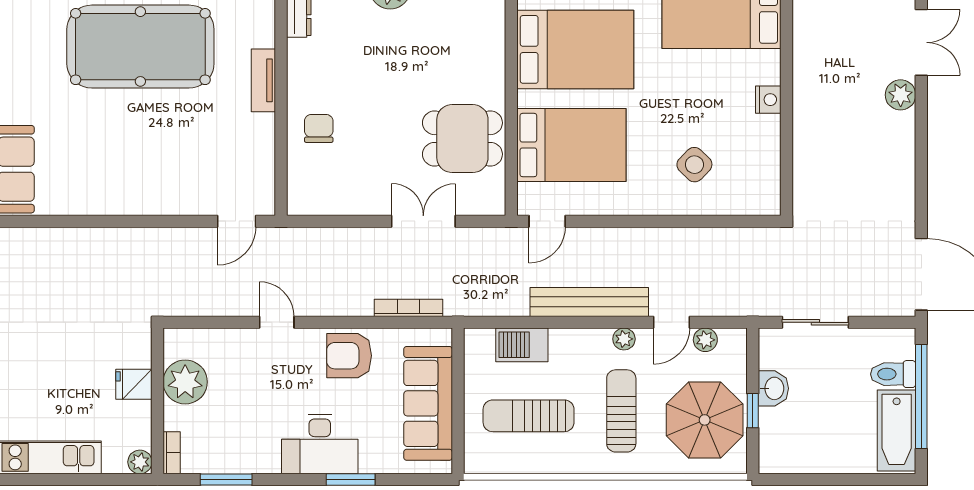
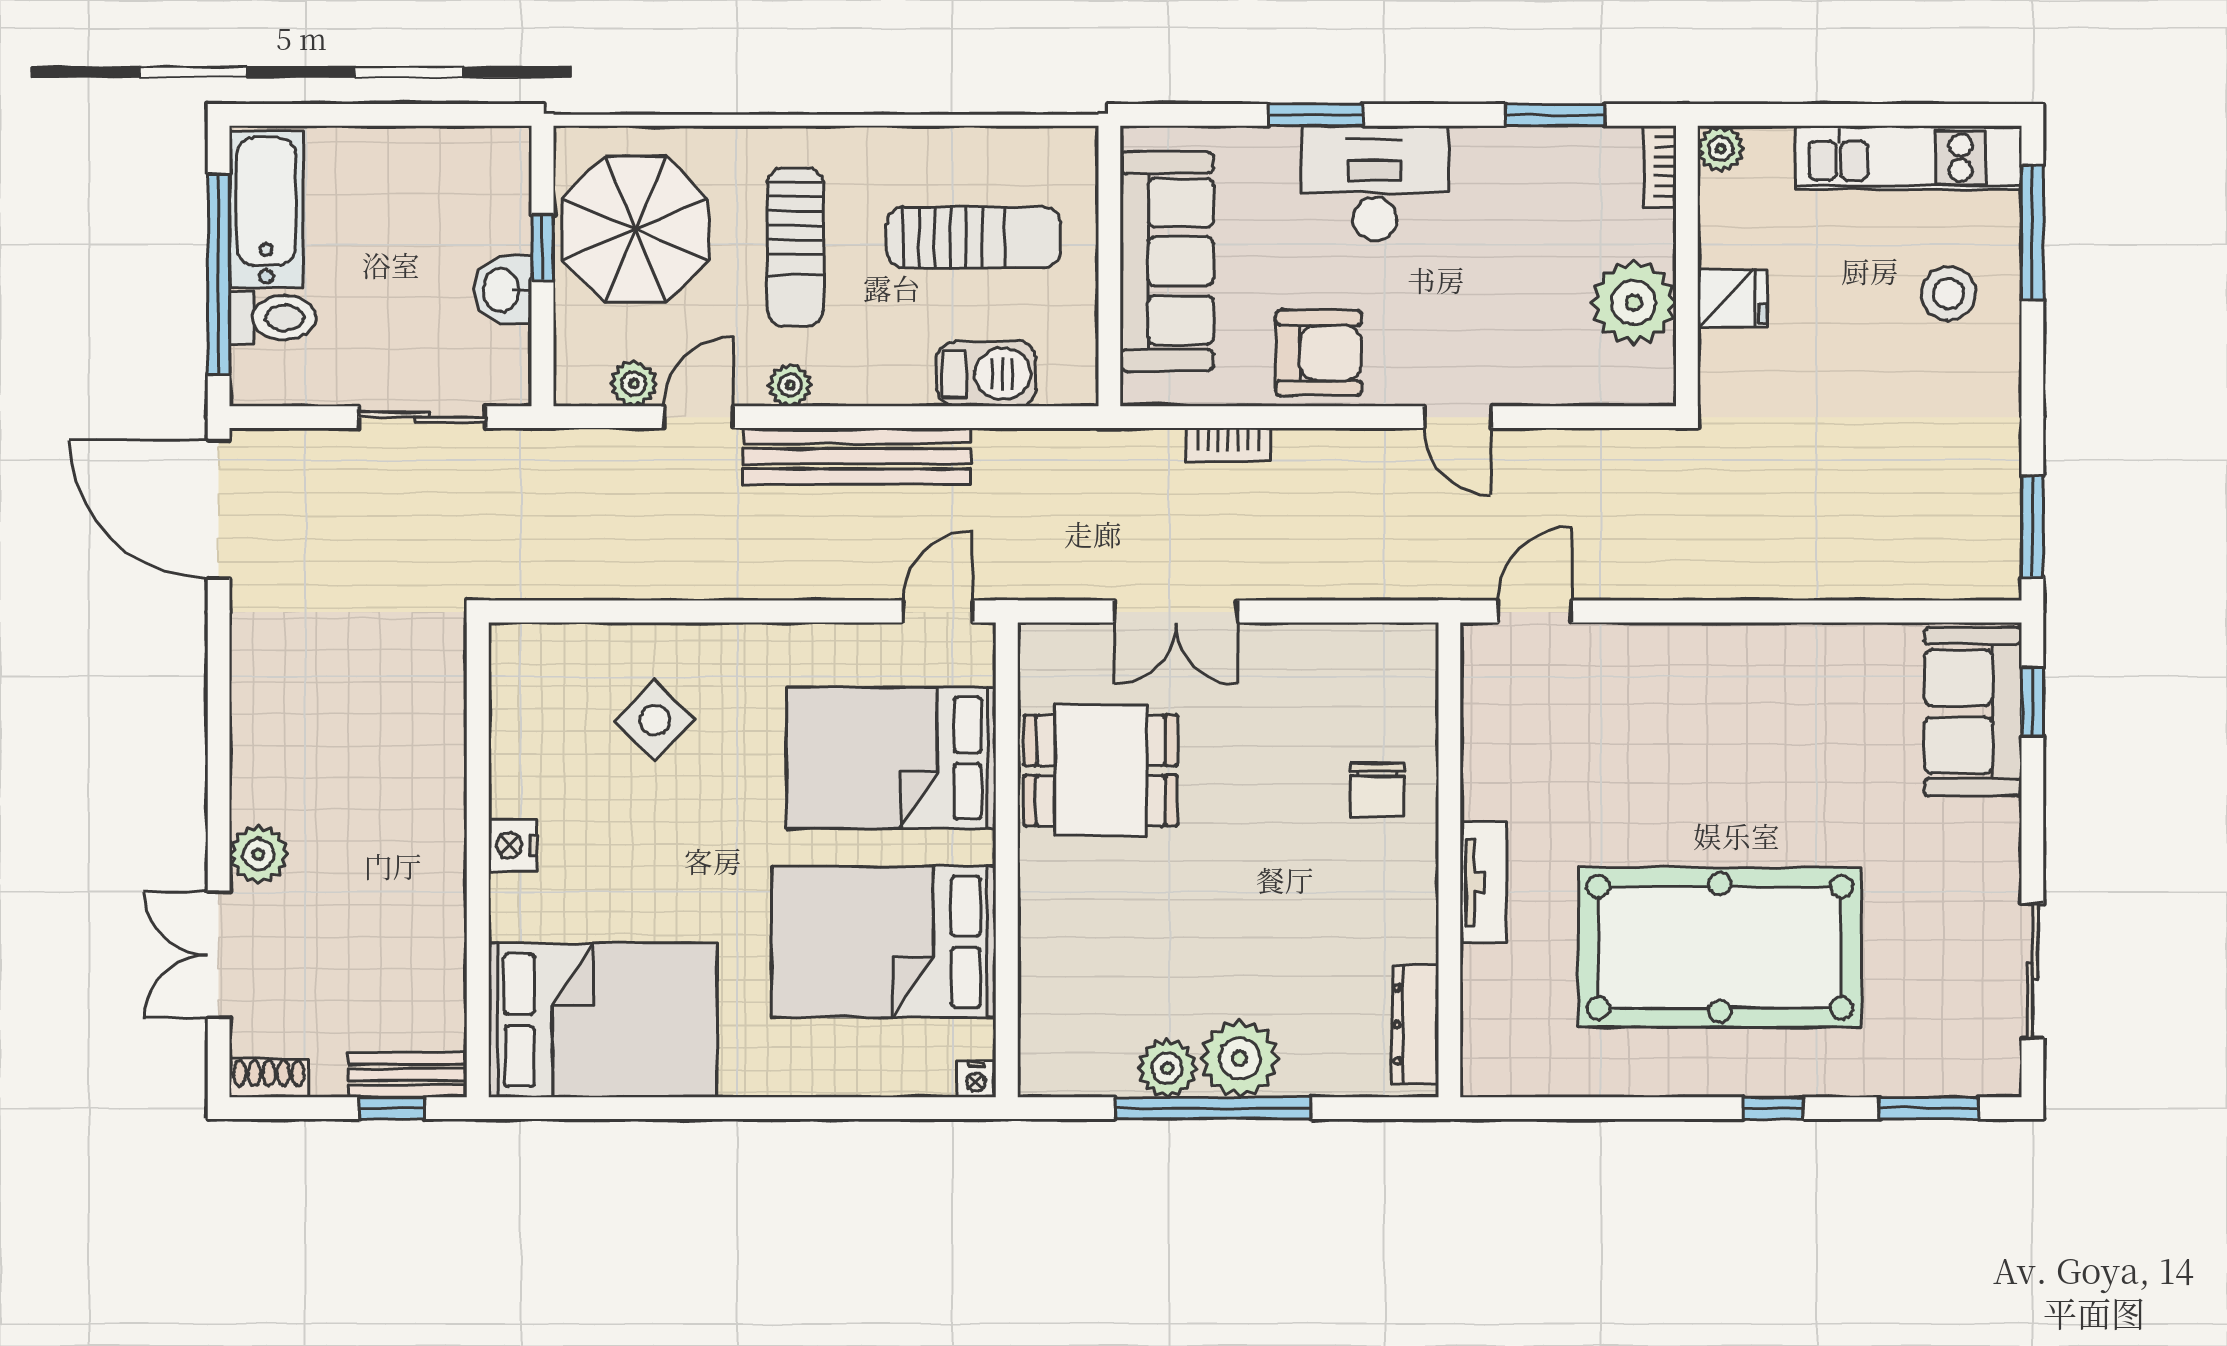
bookcase: (409, 308) -> (1228, 445), width x0.64
stool: (22, 387) -> (1948, 293), added

